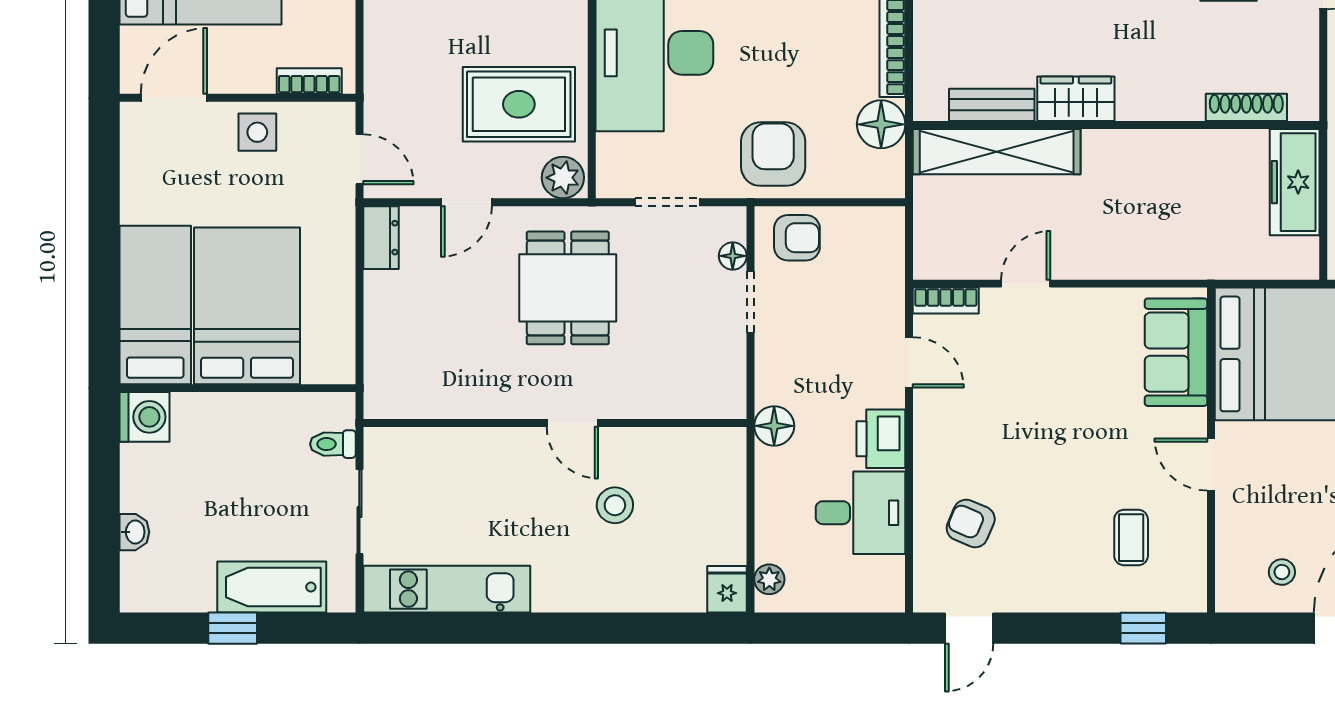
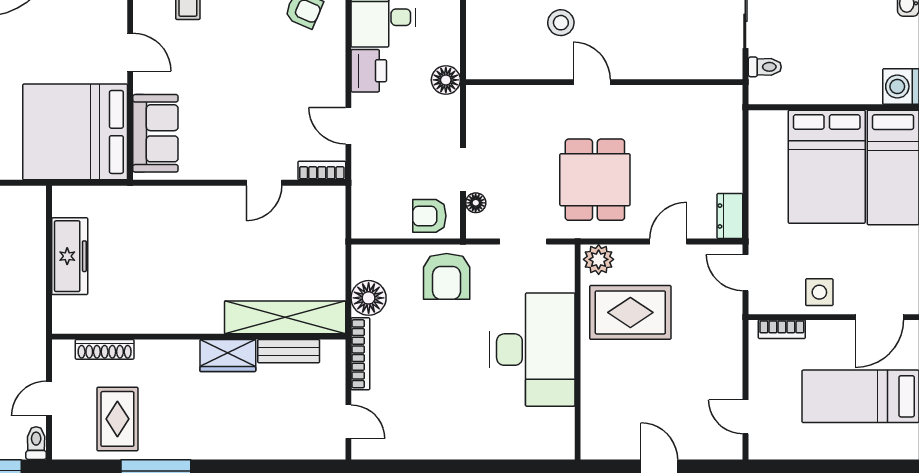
wardrobe: (1076, 99) -> (228, 356), moved
bench: (992, 105) -> (289, 351), moved
shoe rack: (1246, 107) -> (105, 349), moved
wall: (1116, 125) -> (199, 337), moved
shelving: (997, 152) -> (285, 317), moved

